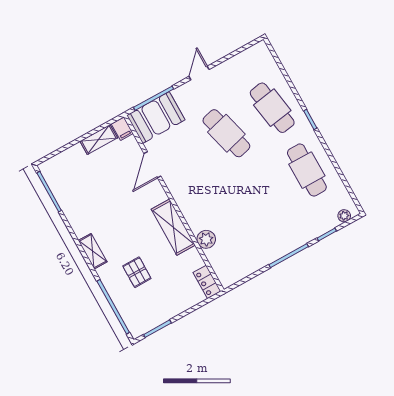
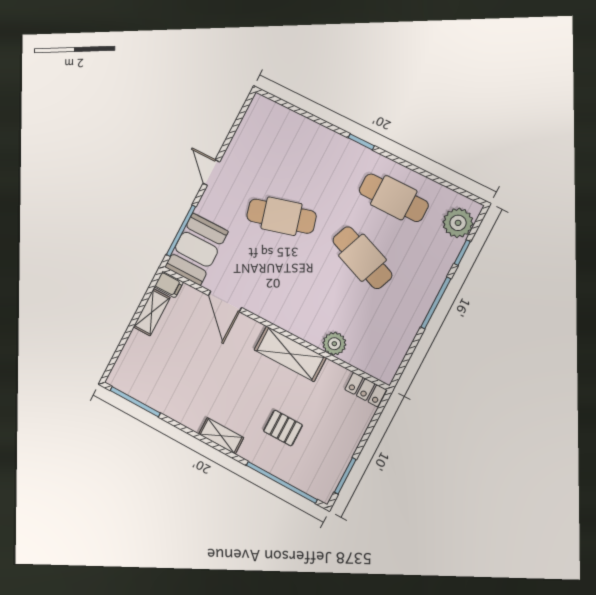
cafe table: (272, 108) -> (362, 258), moved, turned 30
plant: (344, 216) -> (458, 223), width x1.88, depth x1.88

